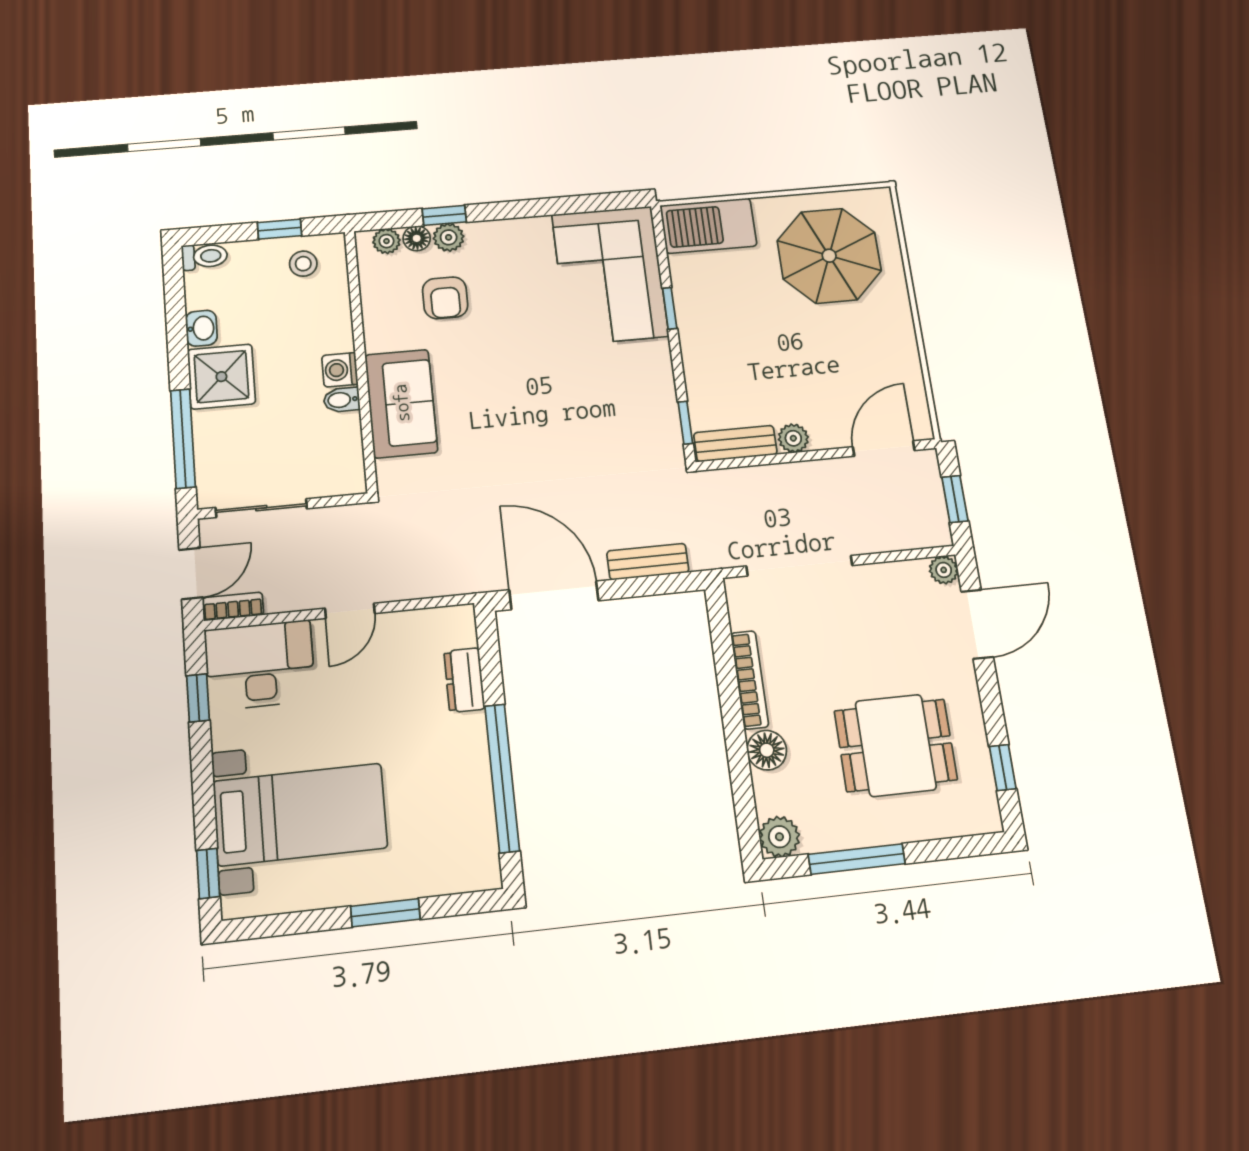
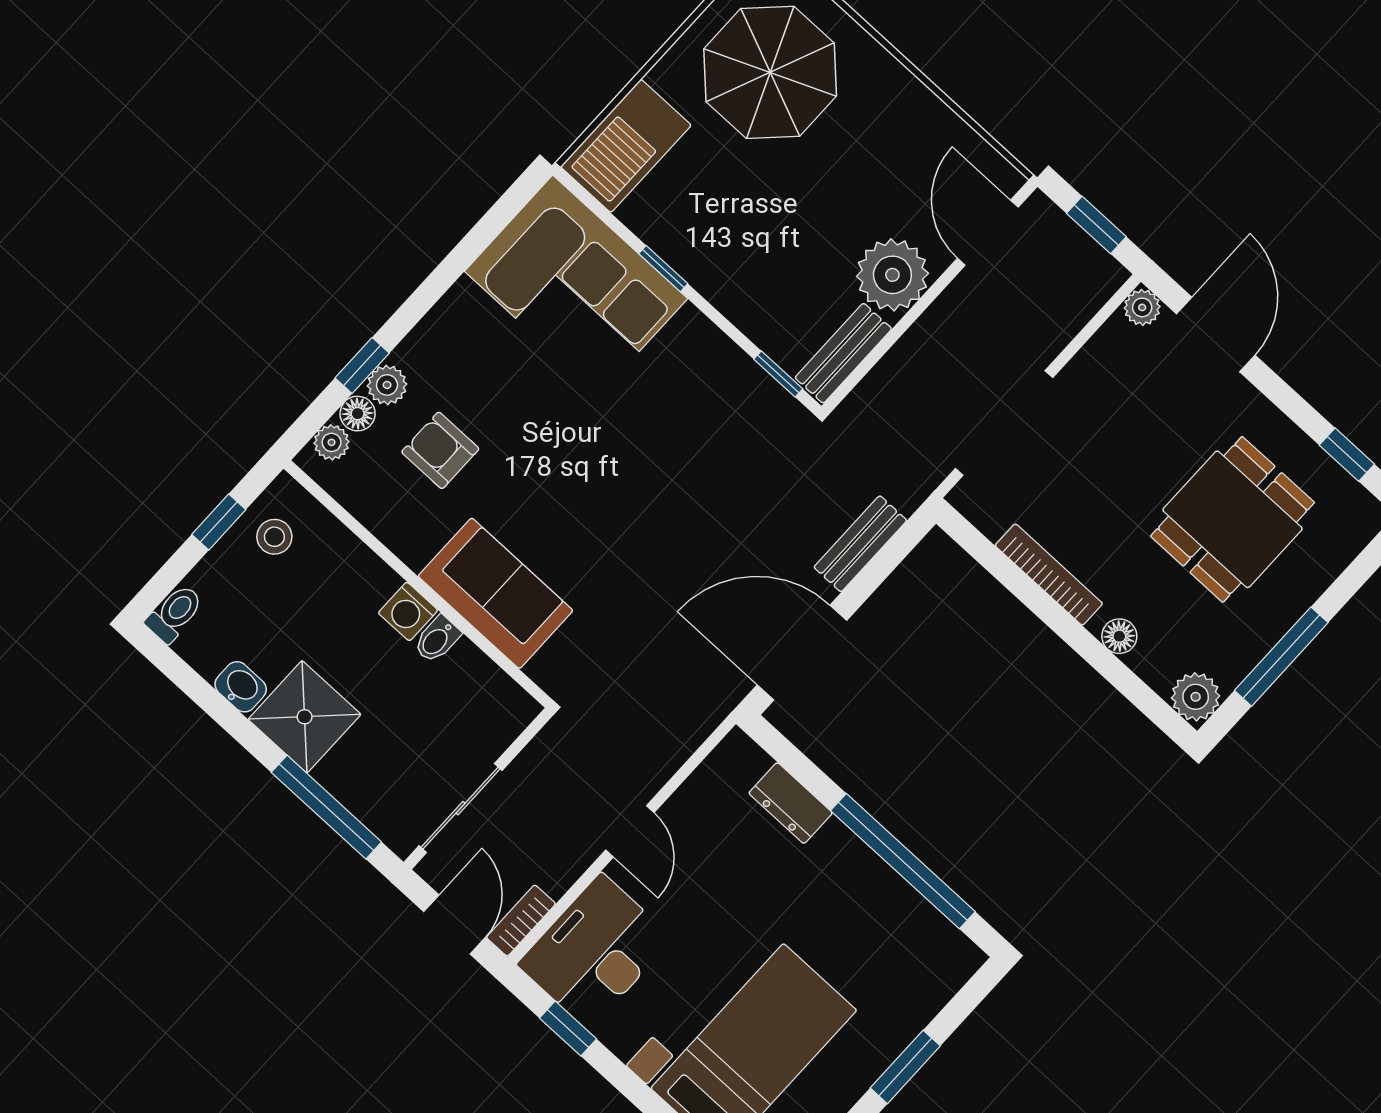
armchair: (445, 298) -> (440, 450), turned 180
plant: (793, 438) -> (892, 275), width x1.87, depth x1.87
floor lamp: (767, 750) -> (1119, 636), width x0.73, depth x0.73

